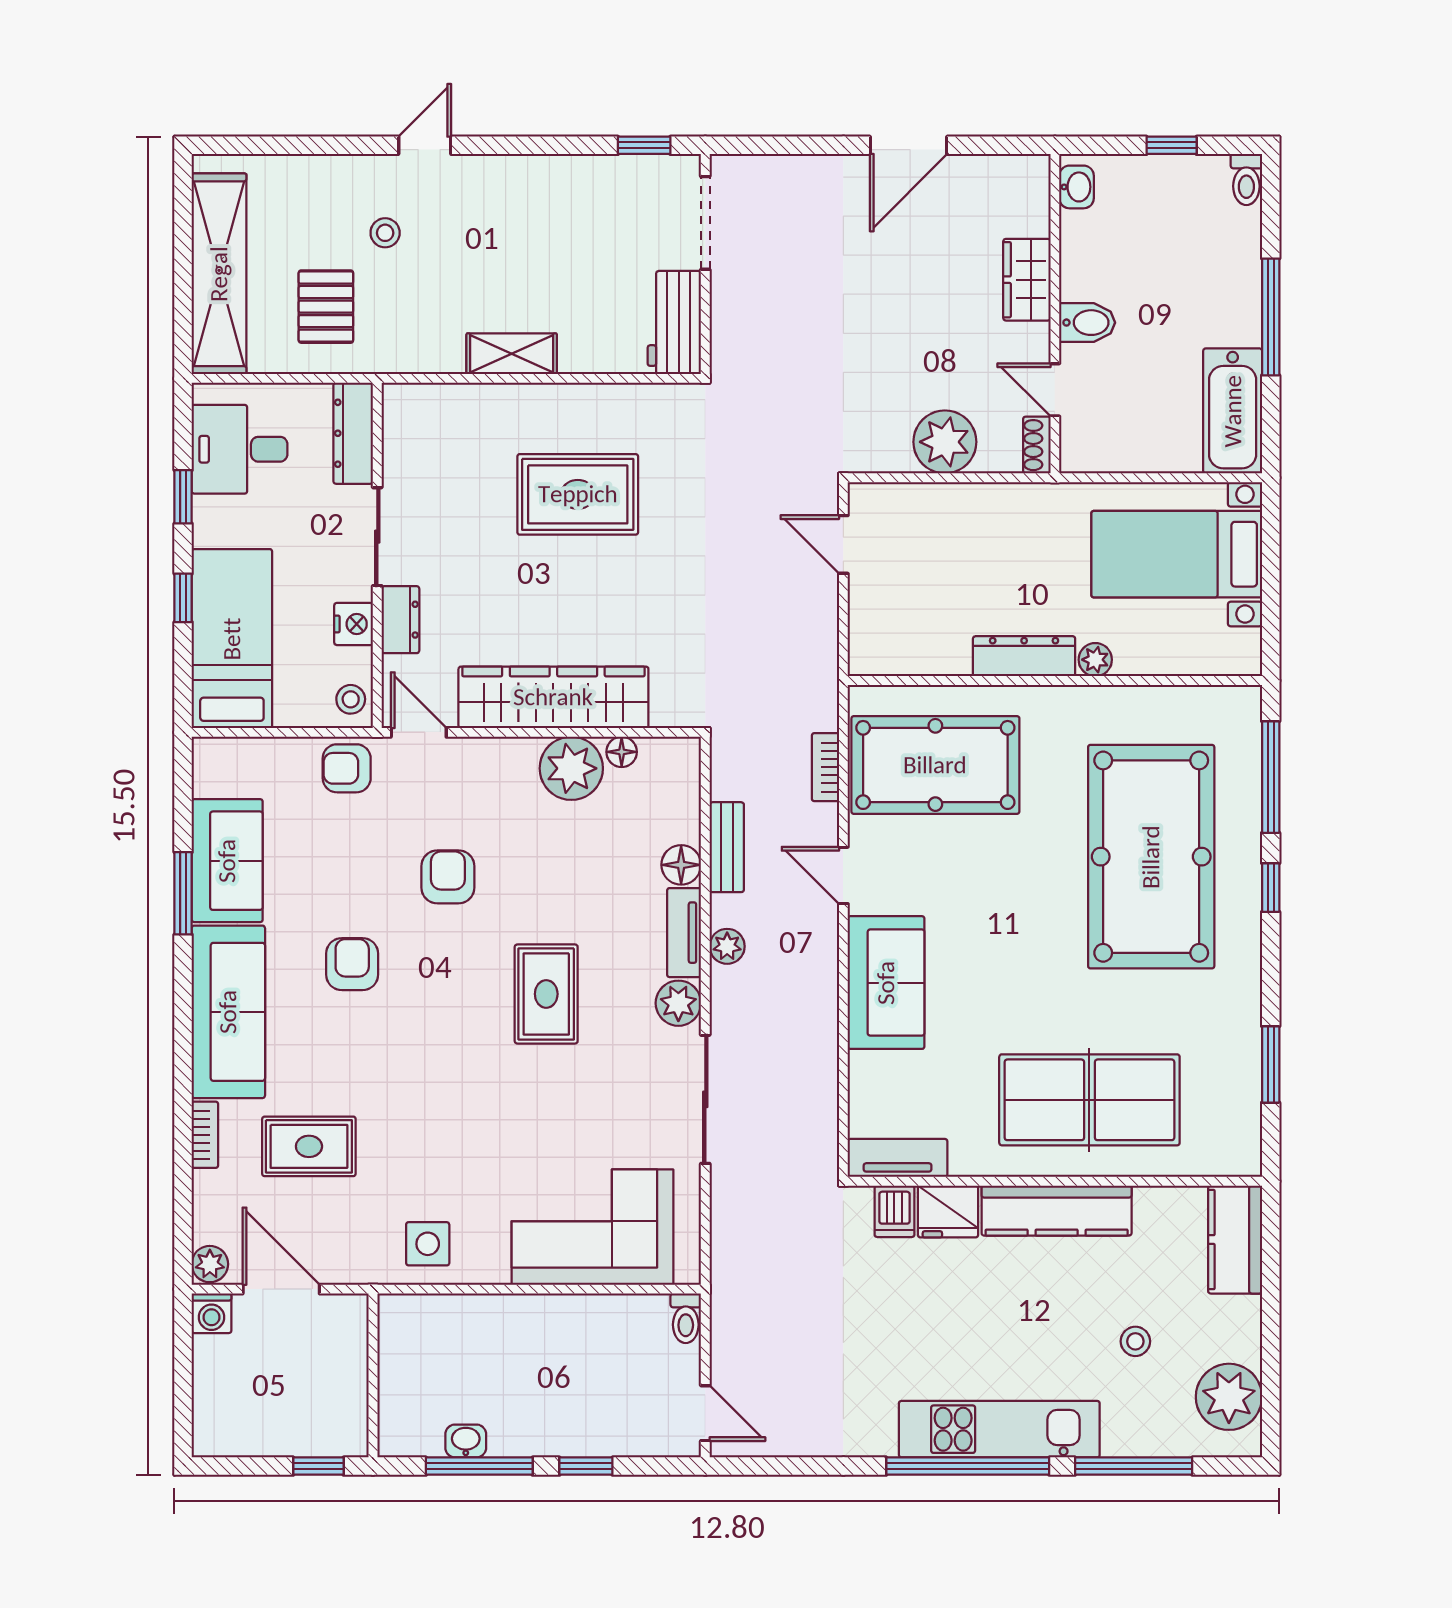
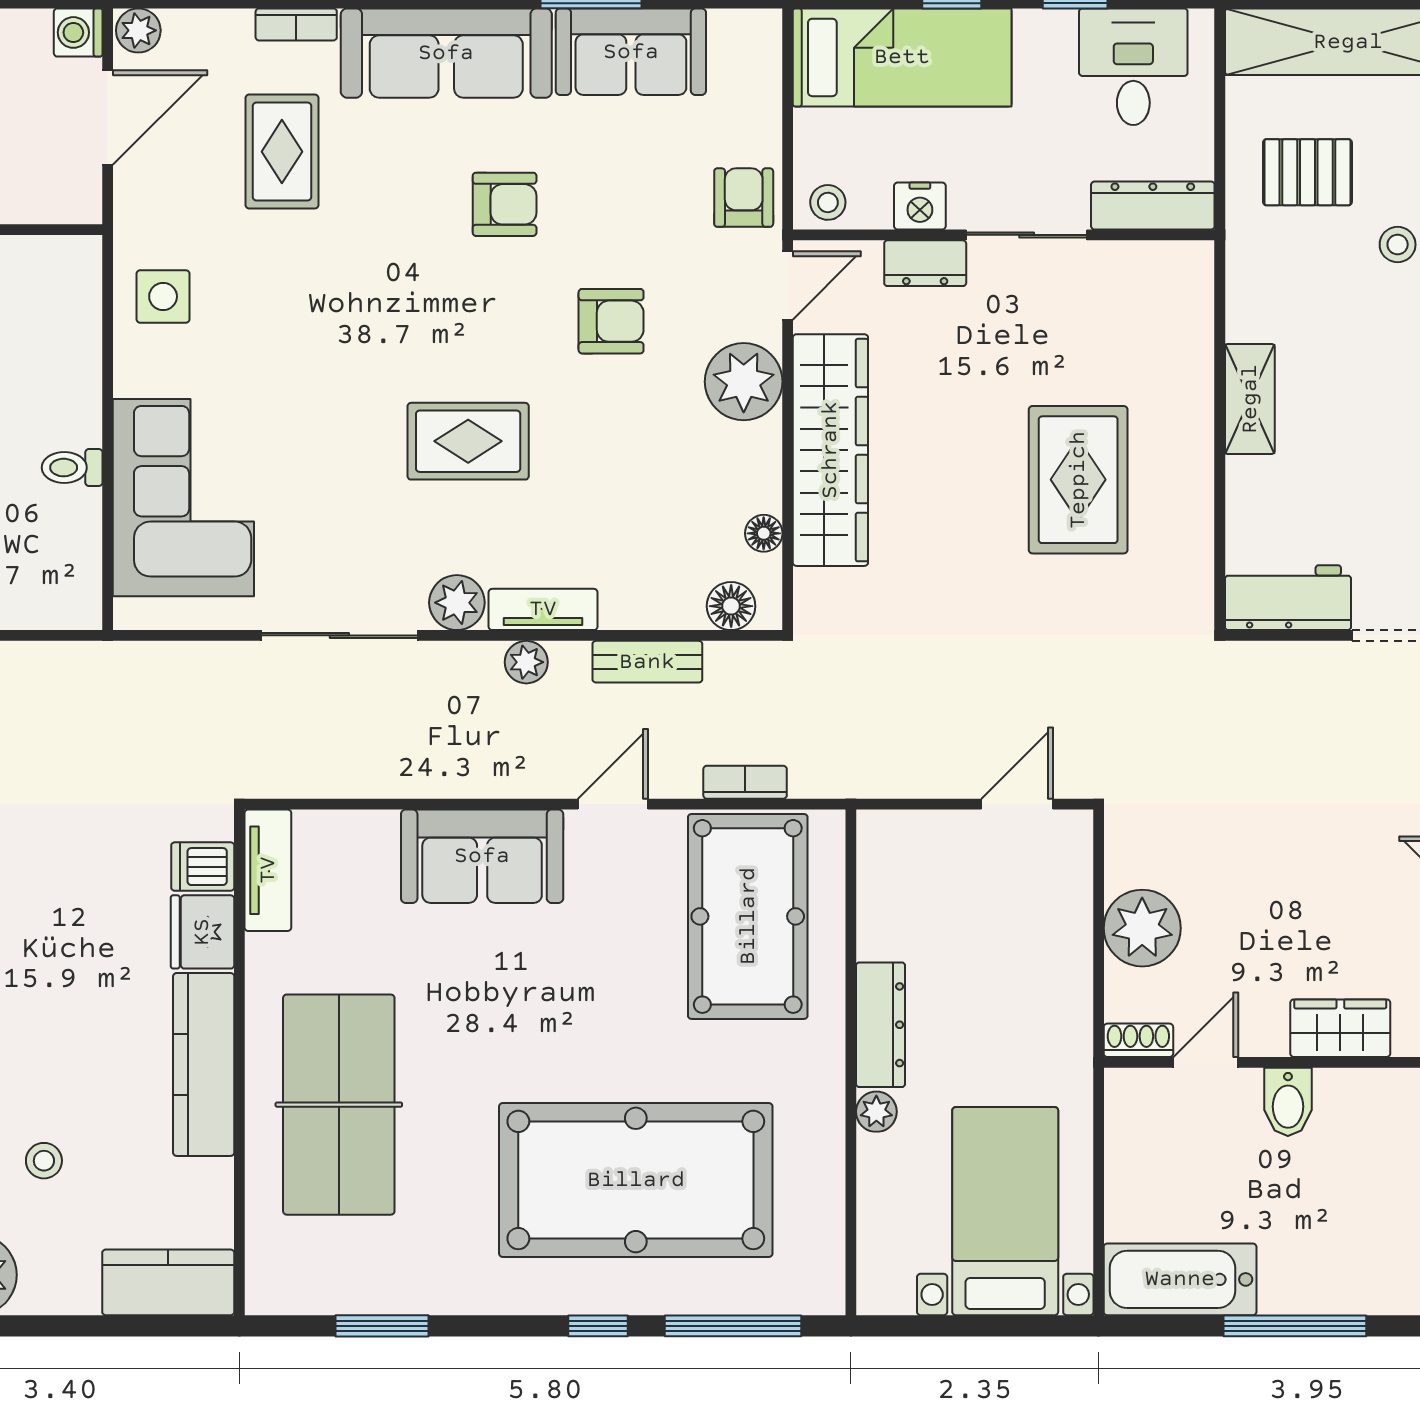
plant: (571, 768) -> (744, 382), moved
floor lamp: (681, 865) -> (731, 606), moved
toilet: (686, 1318) -> (72, 468), moved

